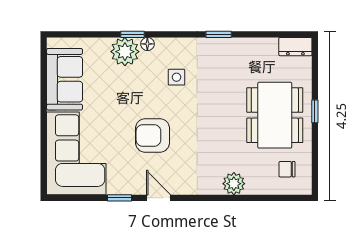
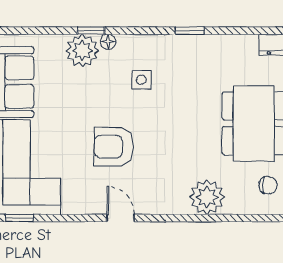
chair: (287, 169) -> (268, 185), turned 180
plant: (234, 184) -> (207, 197), width x1.36, depth x1.36
window: (119, 198) -> (19, 218), moved

